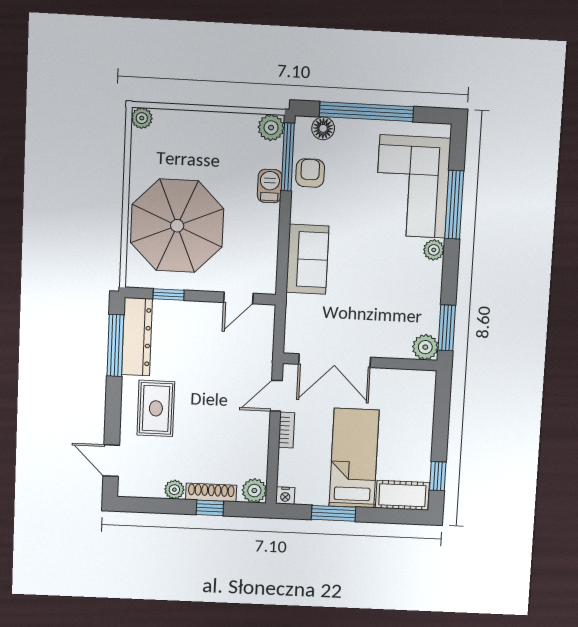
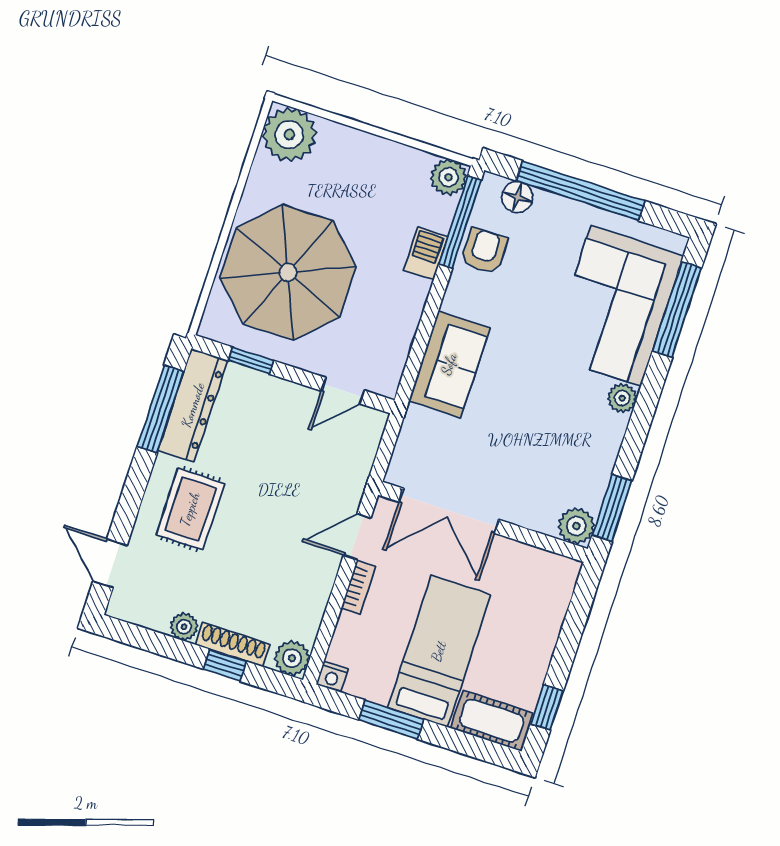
plant: (142, 118) -> (289, 135), width x1.88, depth x1.88
window: (454, 205) -> (677, 309), moved

